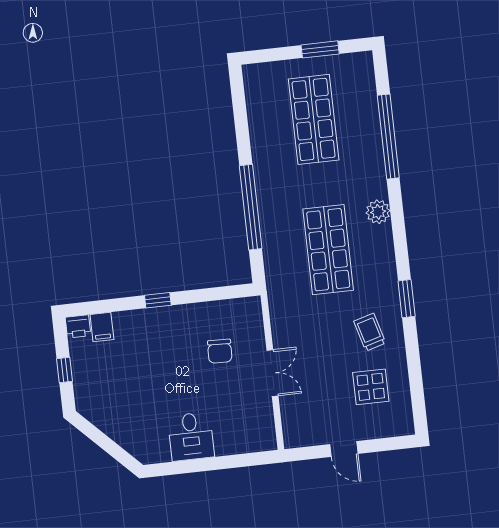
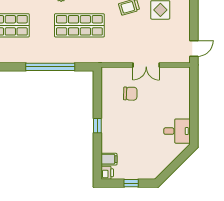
double door: (272, 373) -> (146, 65), swing flipped
desk: (191, 436) -> (177, 131), moved
door: (344, 449) -> (194, 48), moved

